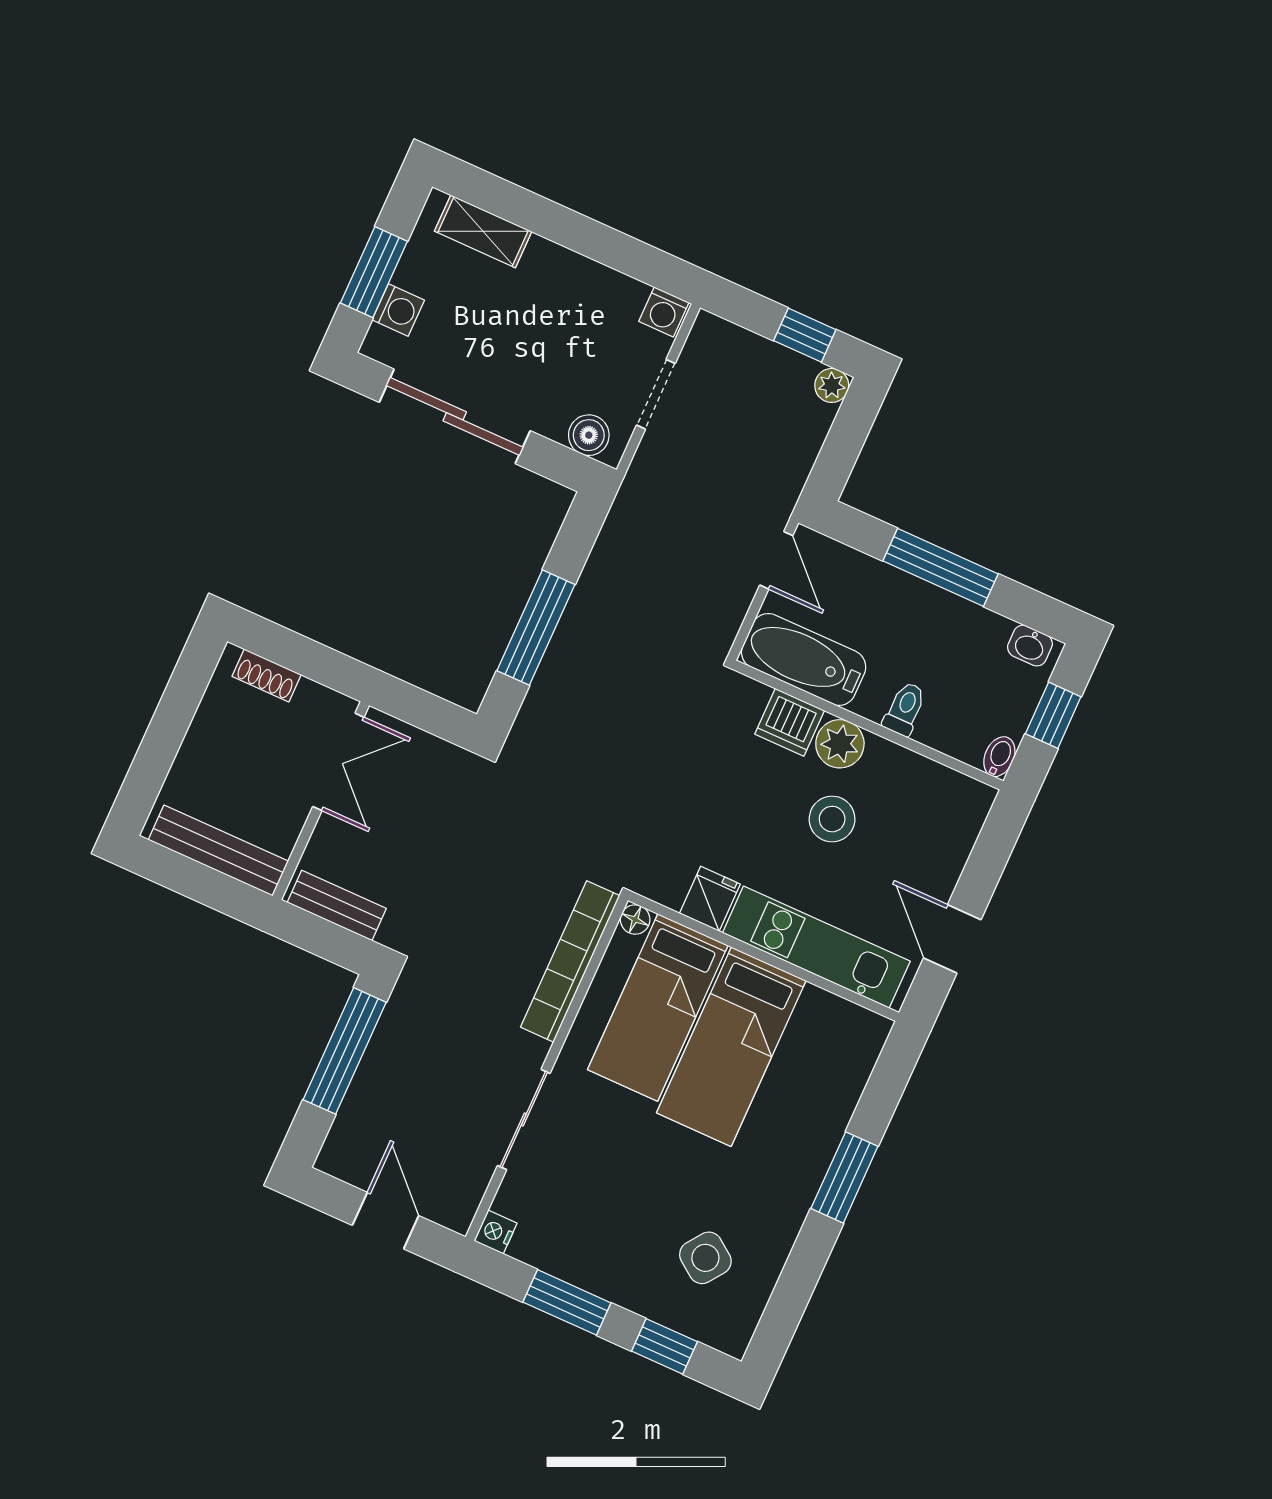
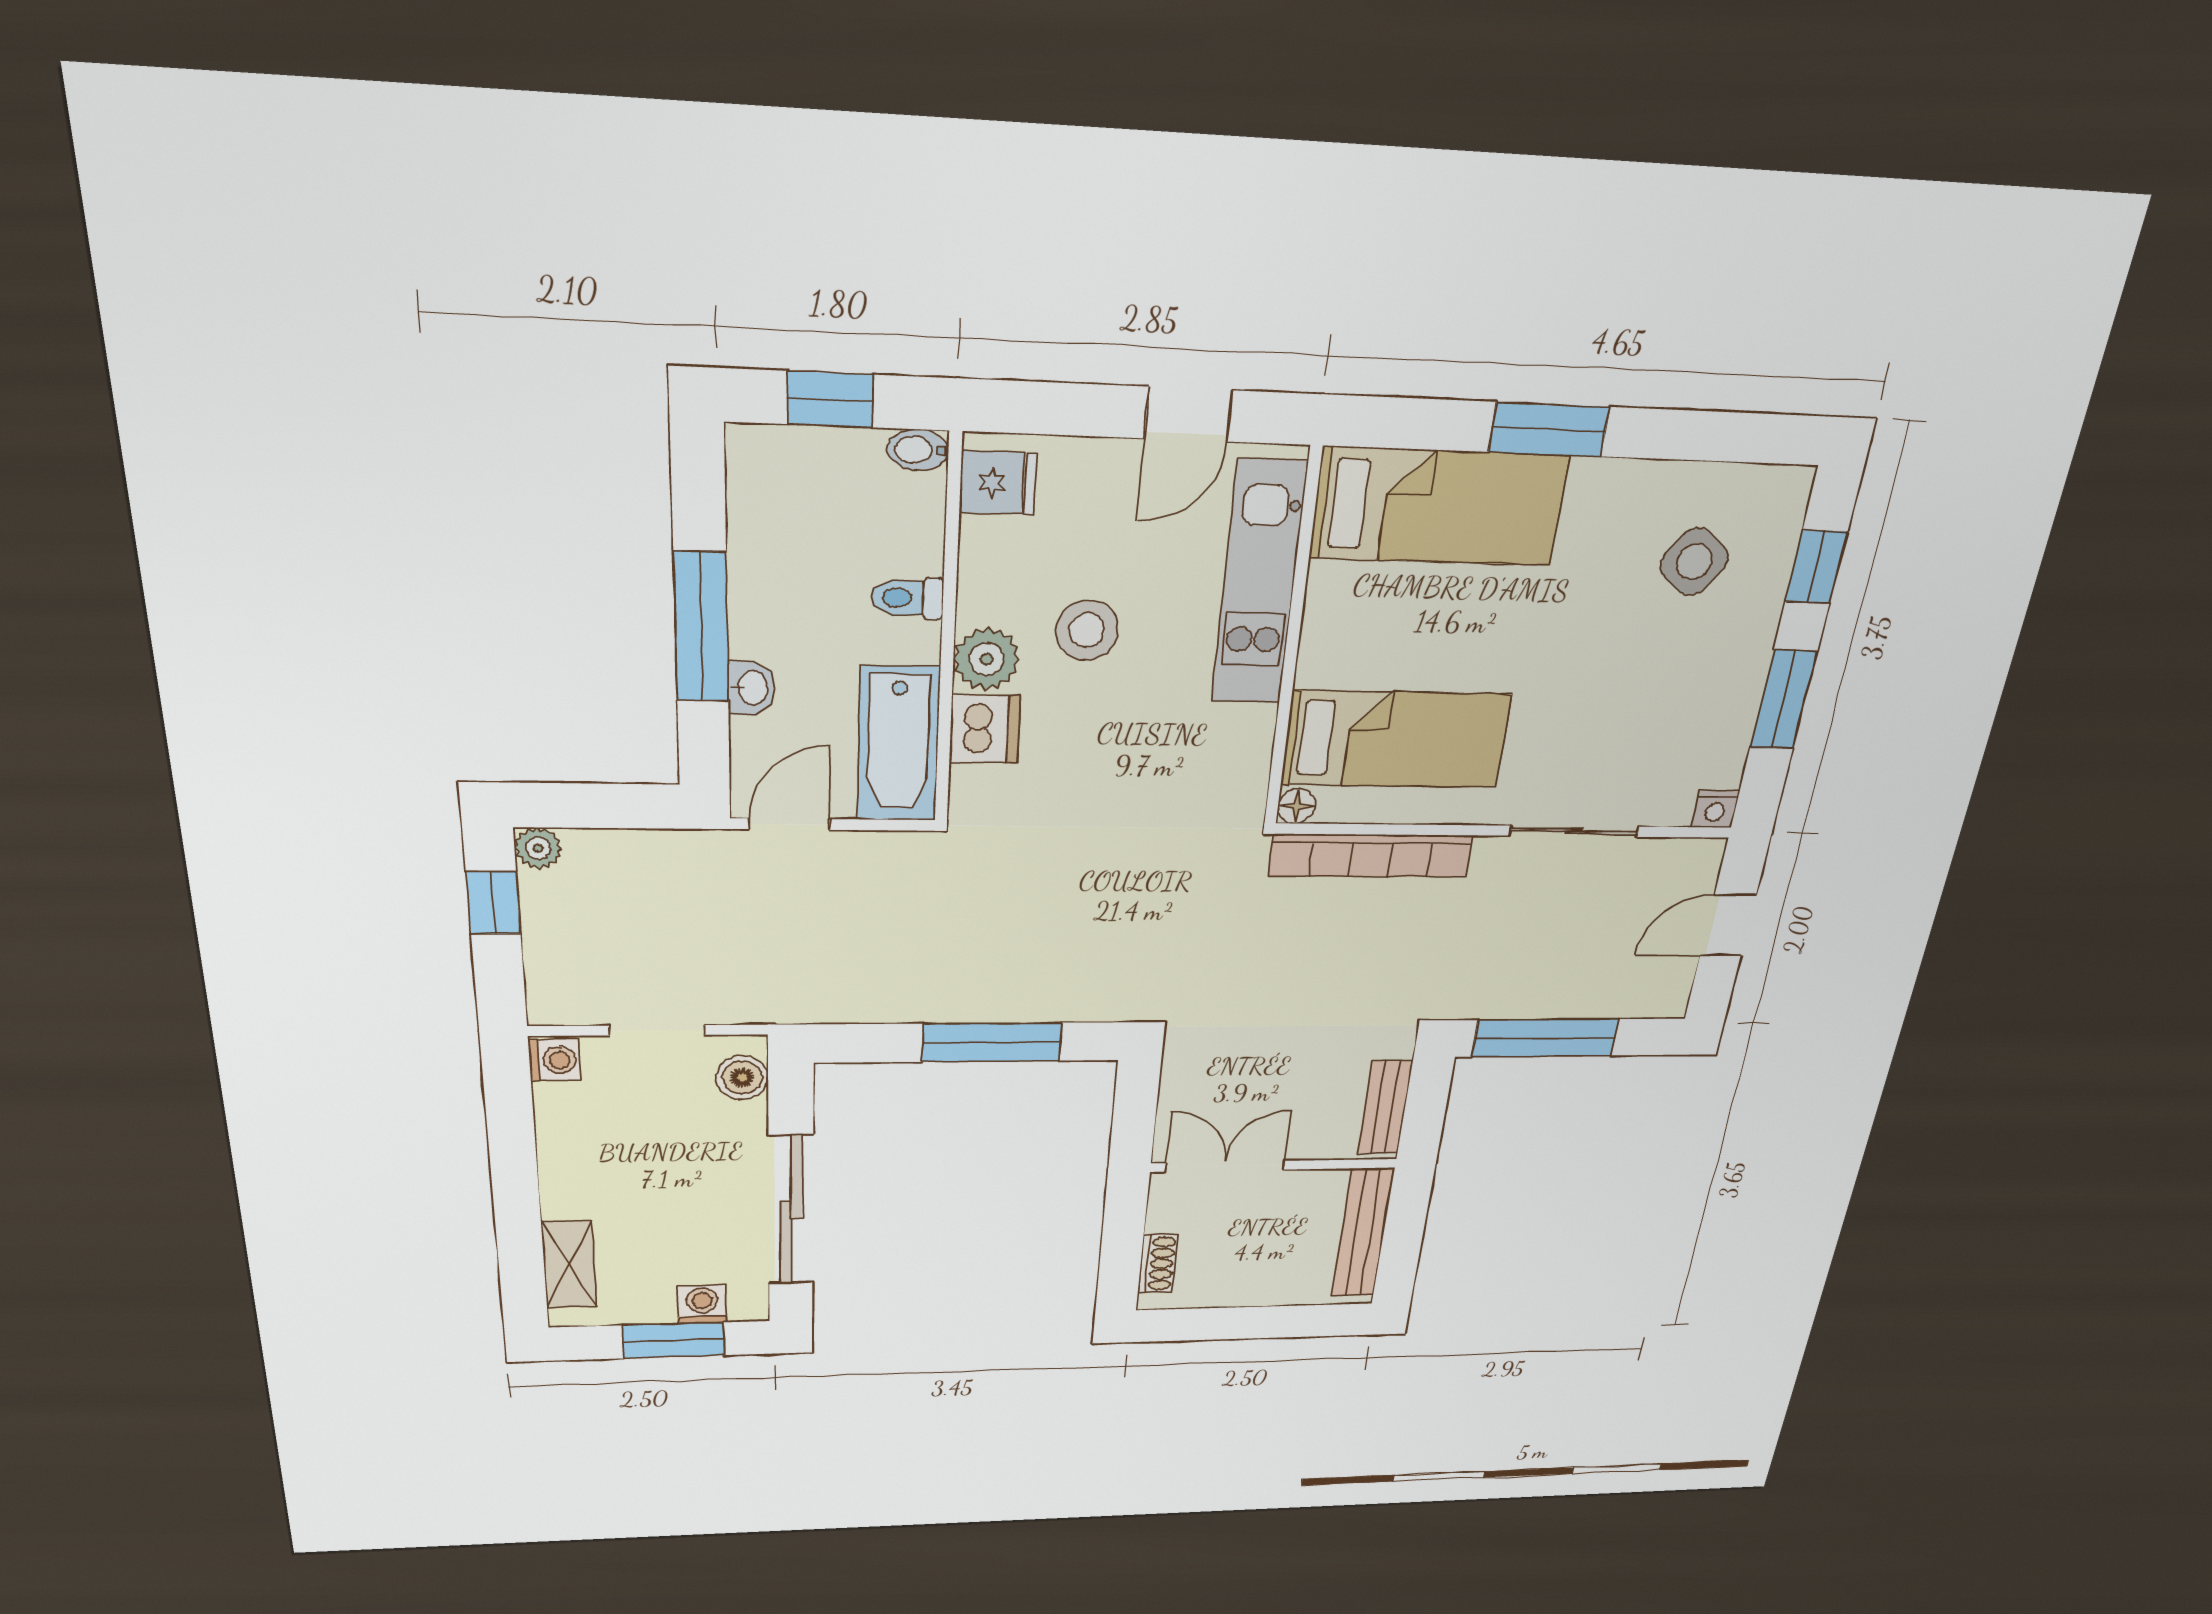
washbasin: (1030, 646) -> (752, 688), moved
fridge: (710, 899) -> (998, 483), moved, turned 180
bed: (731, 1047) -> (1439, 507), moved

